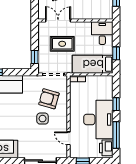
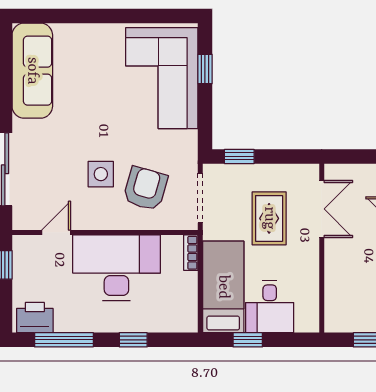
desk: (102, 33) -> (270, 307), moved, turned 90
desk: (98, 119) -> (116, 268), moved, turned 180

